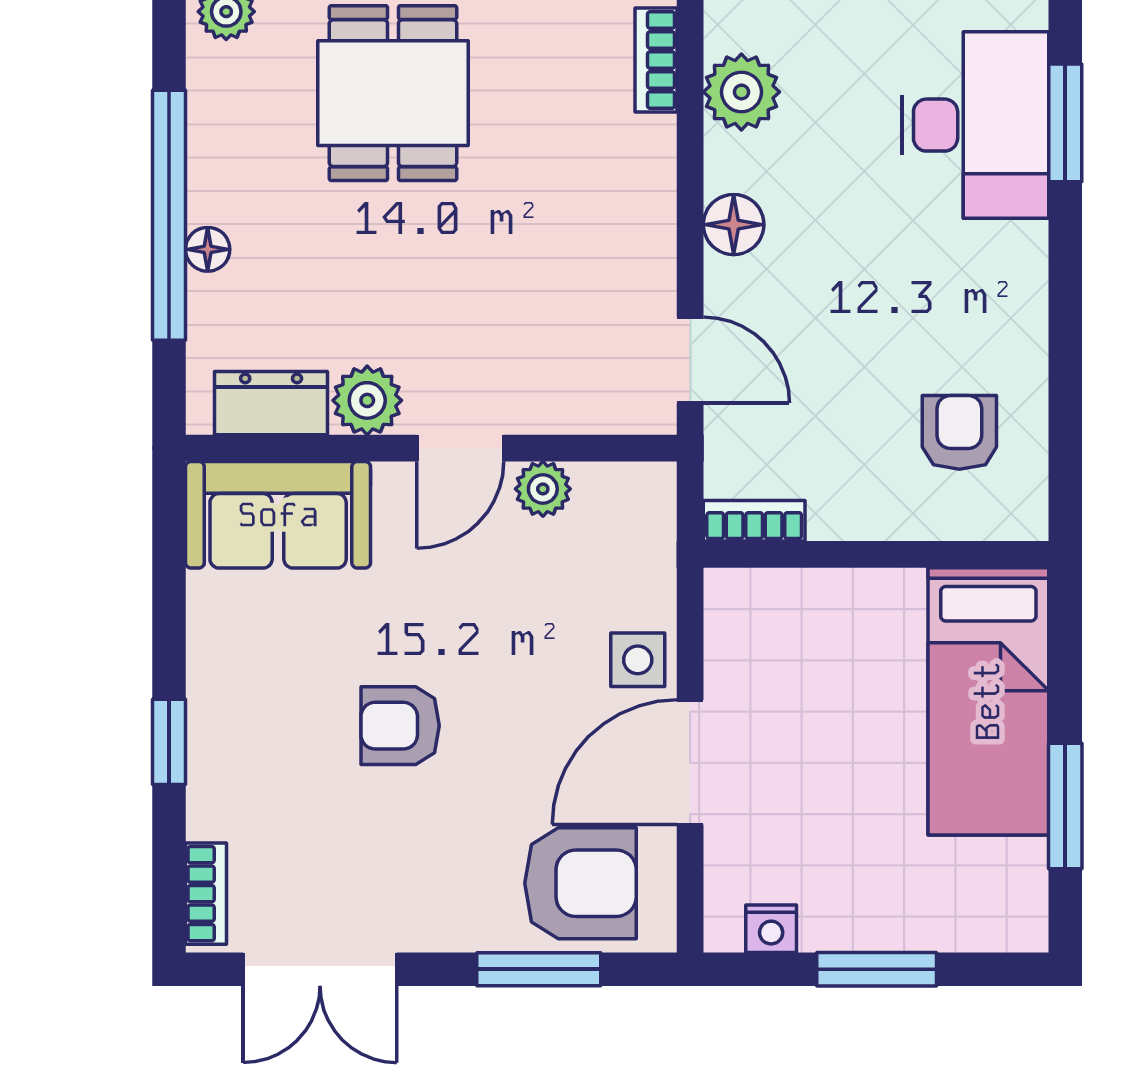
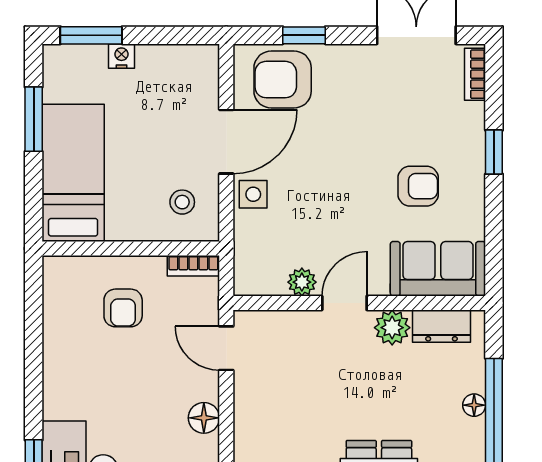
armchair: (959, 432) -> (123, 308), moved
stool: (776, 645) -> (182, 202), added
armchair: (400, 726) -> (418, 186), moved
nightstand: (771, 929) -> (121, 56), moved
window: (539, 969) -> (304, 35), width x0.67
window: (877, 969) -> (91, 35), moved

